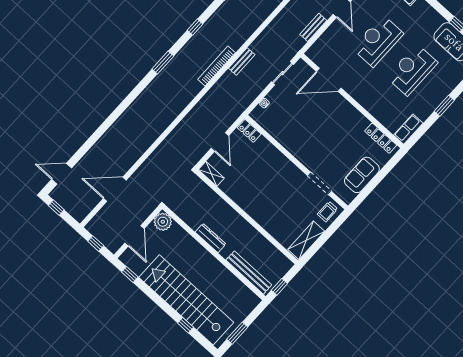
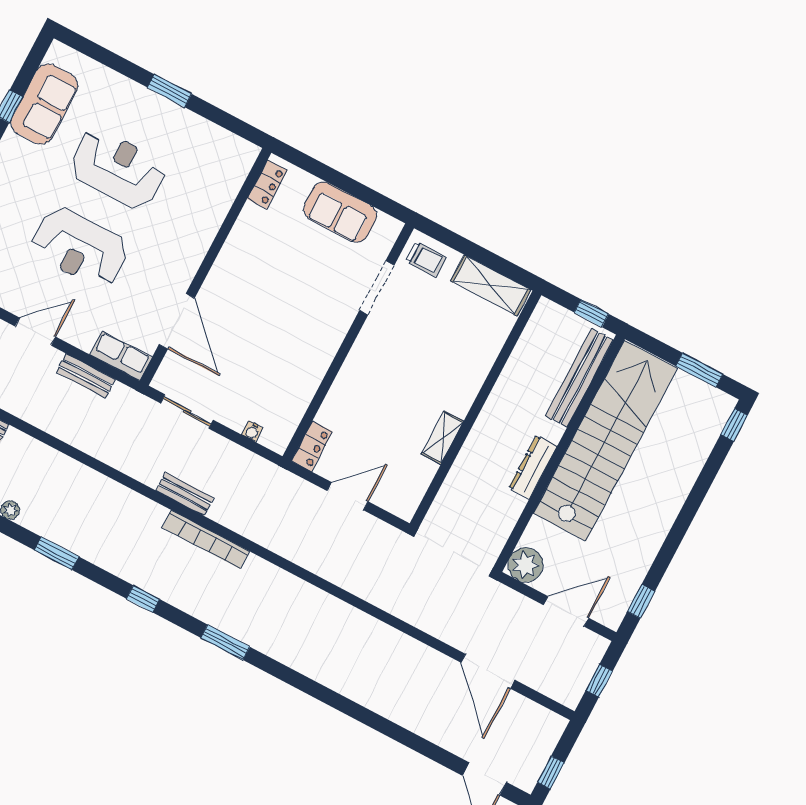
reception desk: (412, 70) -> (118, 169), turned 180
row of seats: (408, 129) -> (121, 356), moved, turned 180
locker: (381, 138) -> (267, 184), width x0.66
shelving: (211, 174) -> (443, 438), moved
stairs: (186, 300) -> (605, 441), moved, turned 180
window: (185, 325) -> (734, 425), moved

